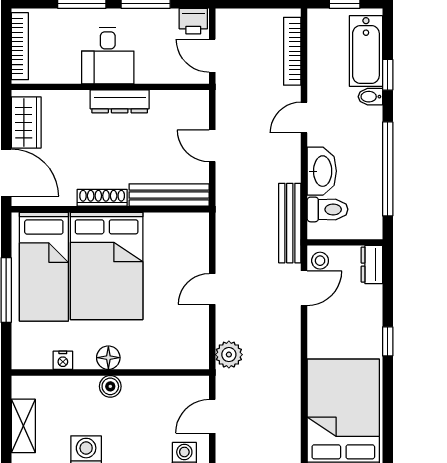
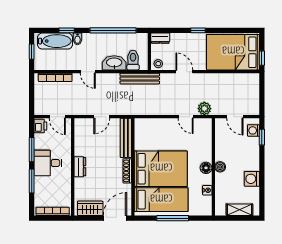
desk: (108, 56) -> (48, 163), moved, turned 180
door: (212, 56) -> (57, 117), hinge flipped
dresser: (120, 101) -> (80, 167), width x0.70
door: (304, 288) -> (184, 72), moved
door: (212, 289) -> (186, 117), moved

